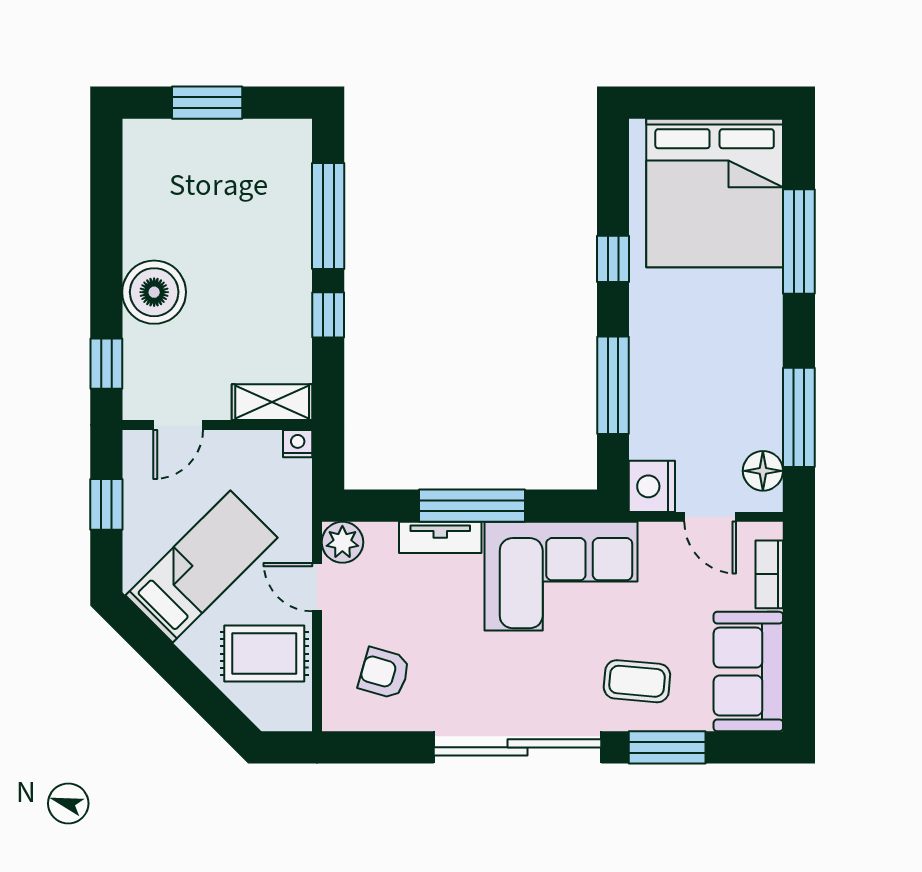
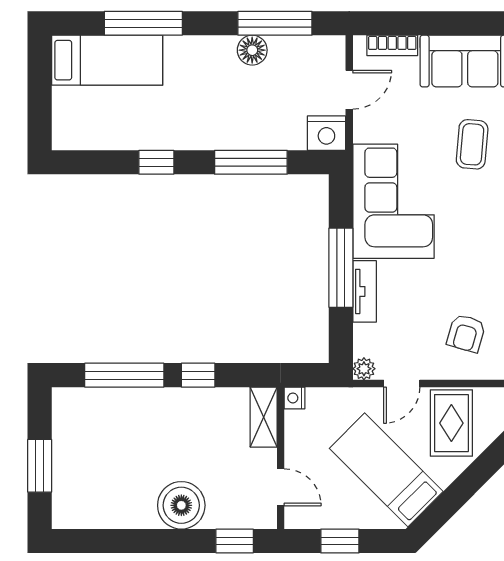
bed: (715, 193) -> (107, 60), width x0.49
floor lamp: (763, 471) -> (252, 50), moved
plant: (342, 542) -> (364, 369), width x0.73, depth x0.73

